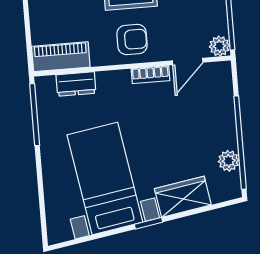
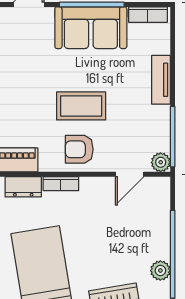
armchair: (132, 39) -> (79, 149), turned 180
bookcase: (150, 75) -> (61, 184), moved

